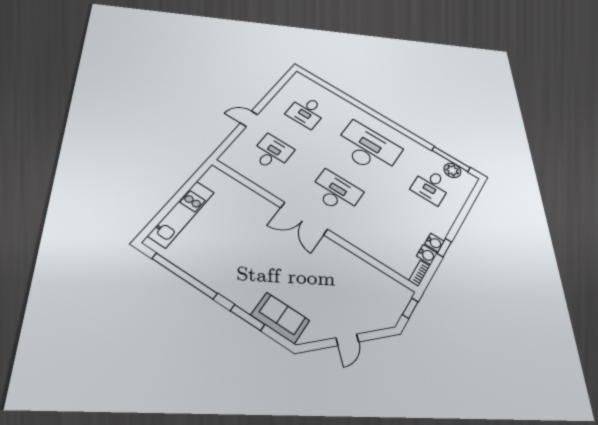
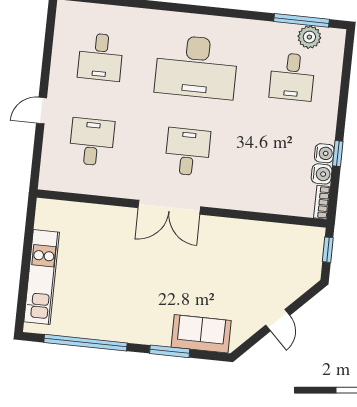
desk: (368, 148) -> (196, 67), turned 180
desk: (336, 192) -> (188, 152), width x0.73

